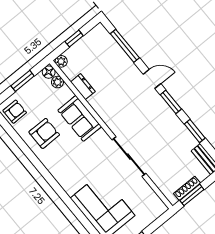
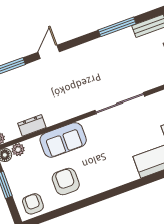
window: (171, 102) -> (79, 41), removed
window: (195, 131) -> (117, 27), width x1.44

